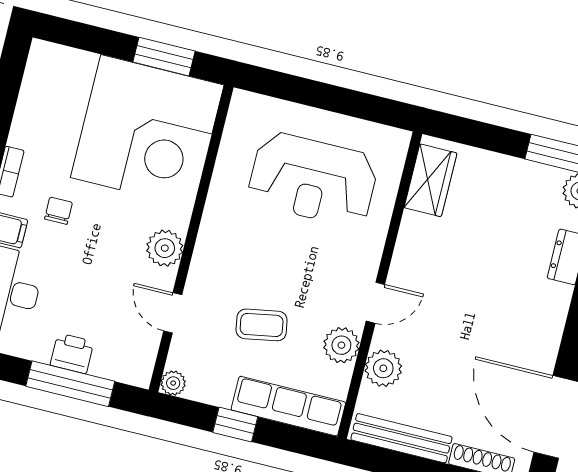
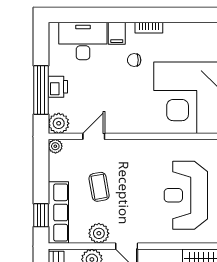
chair: (58, 211) -> (134, 60), turned 180
plant: (165, 248) -> (59, 123), moved
window: (235, 425) -> (41, 215), moved

